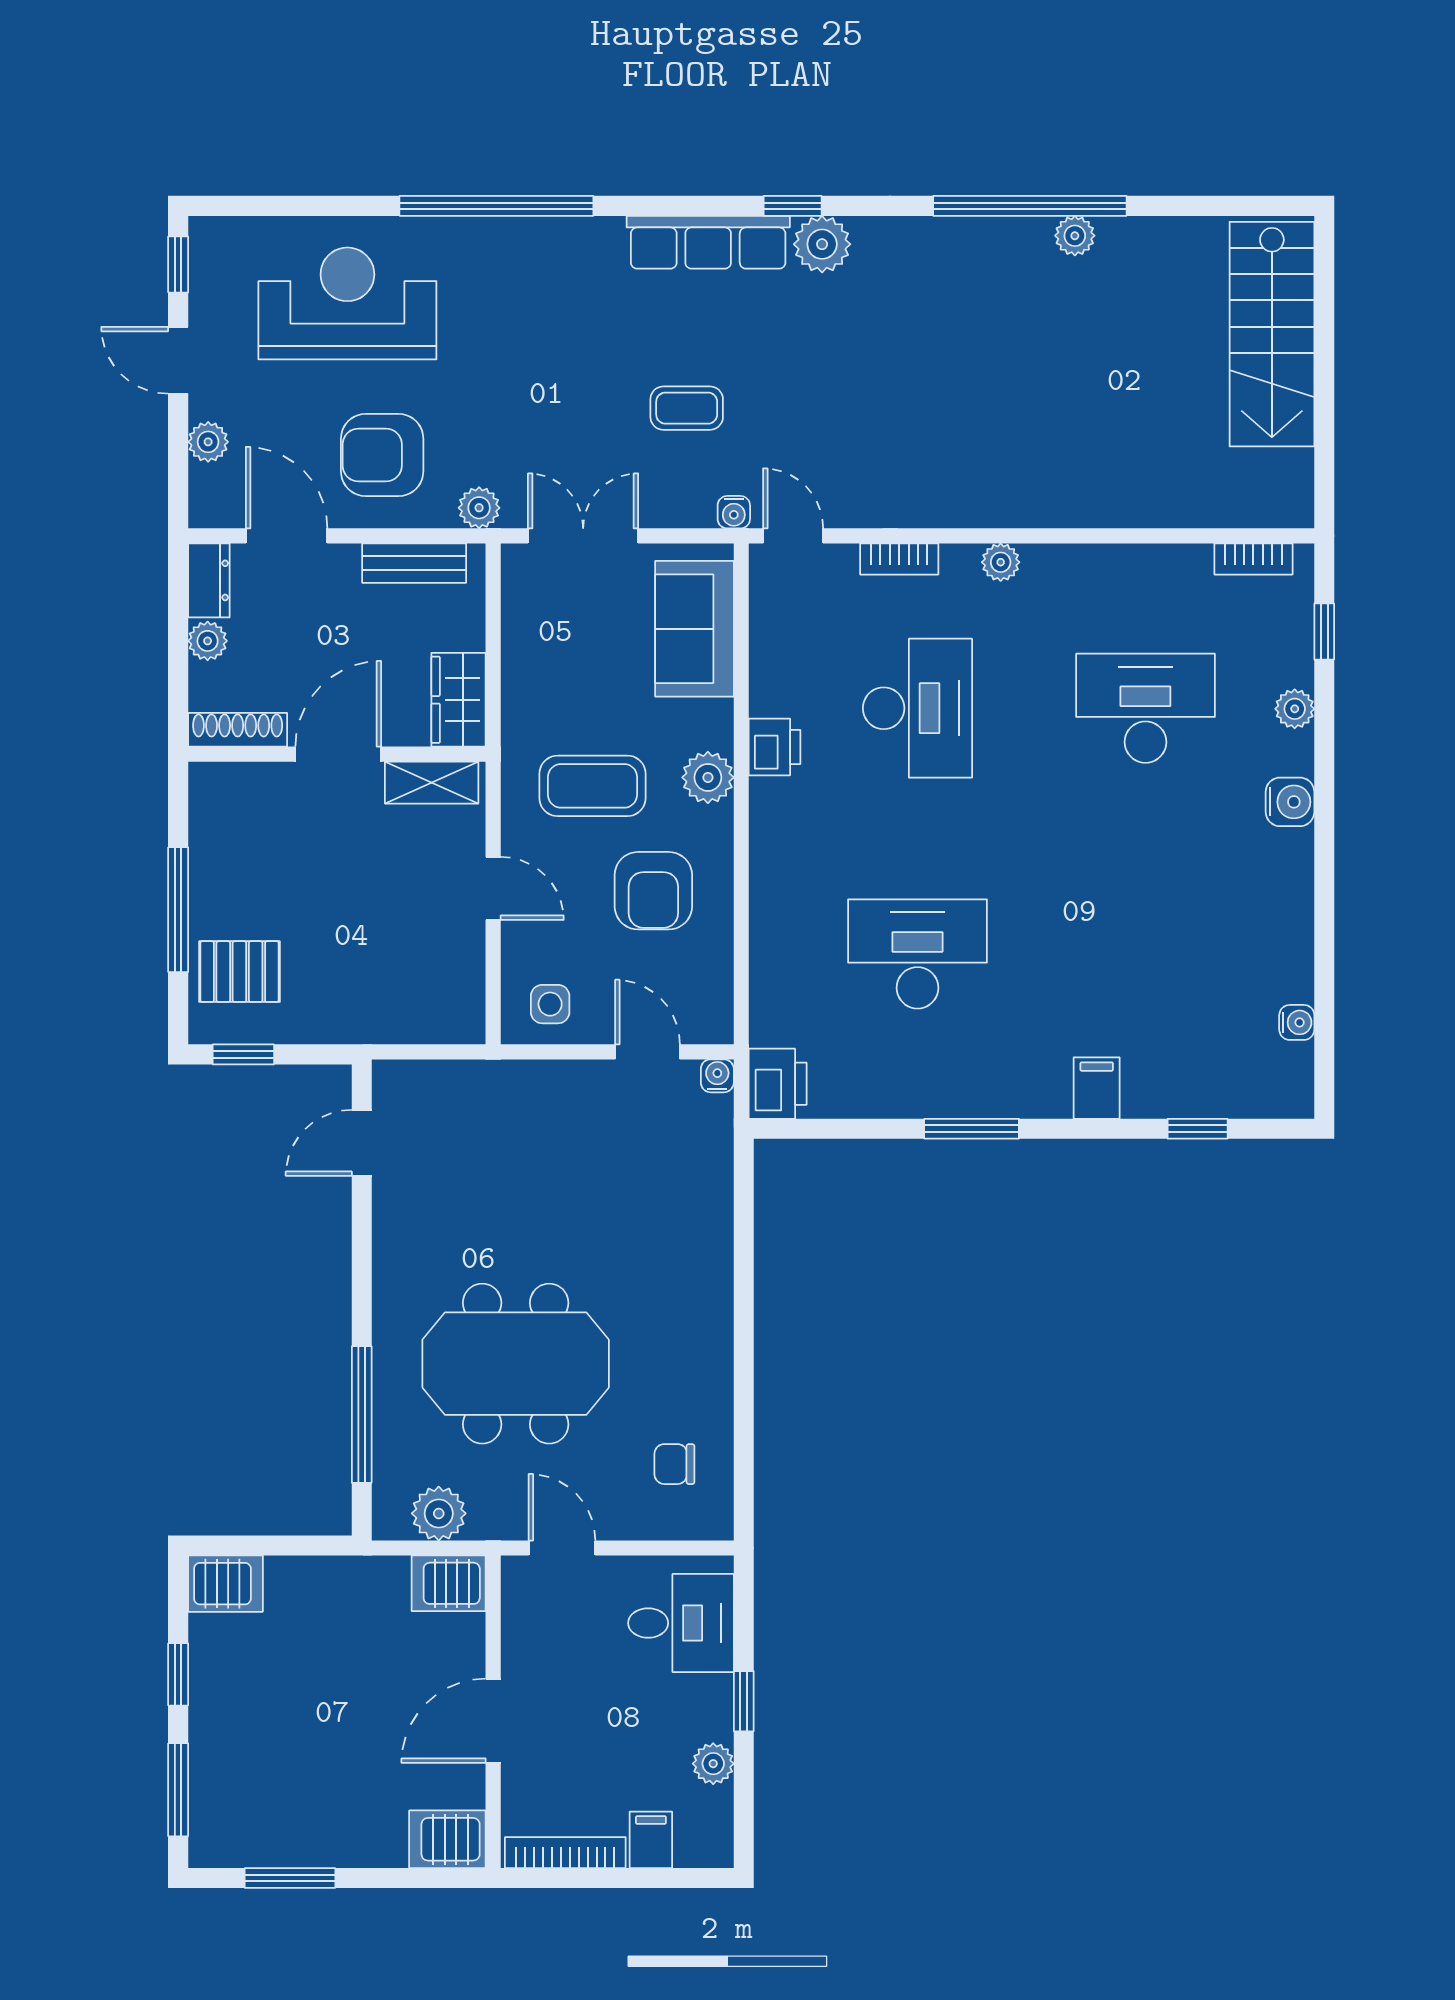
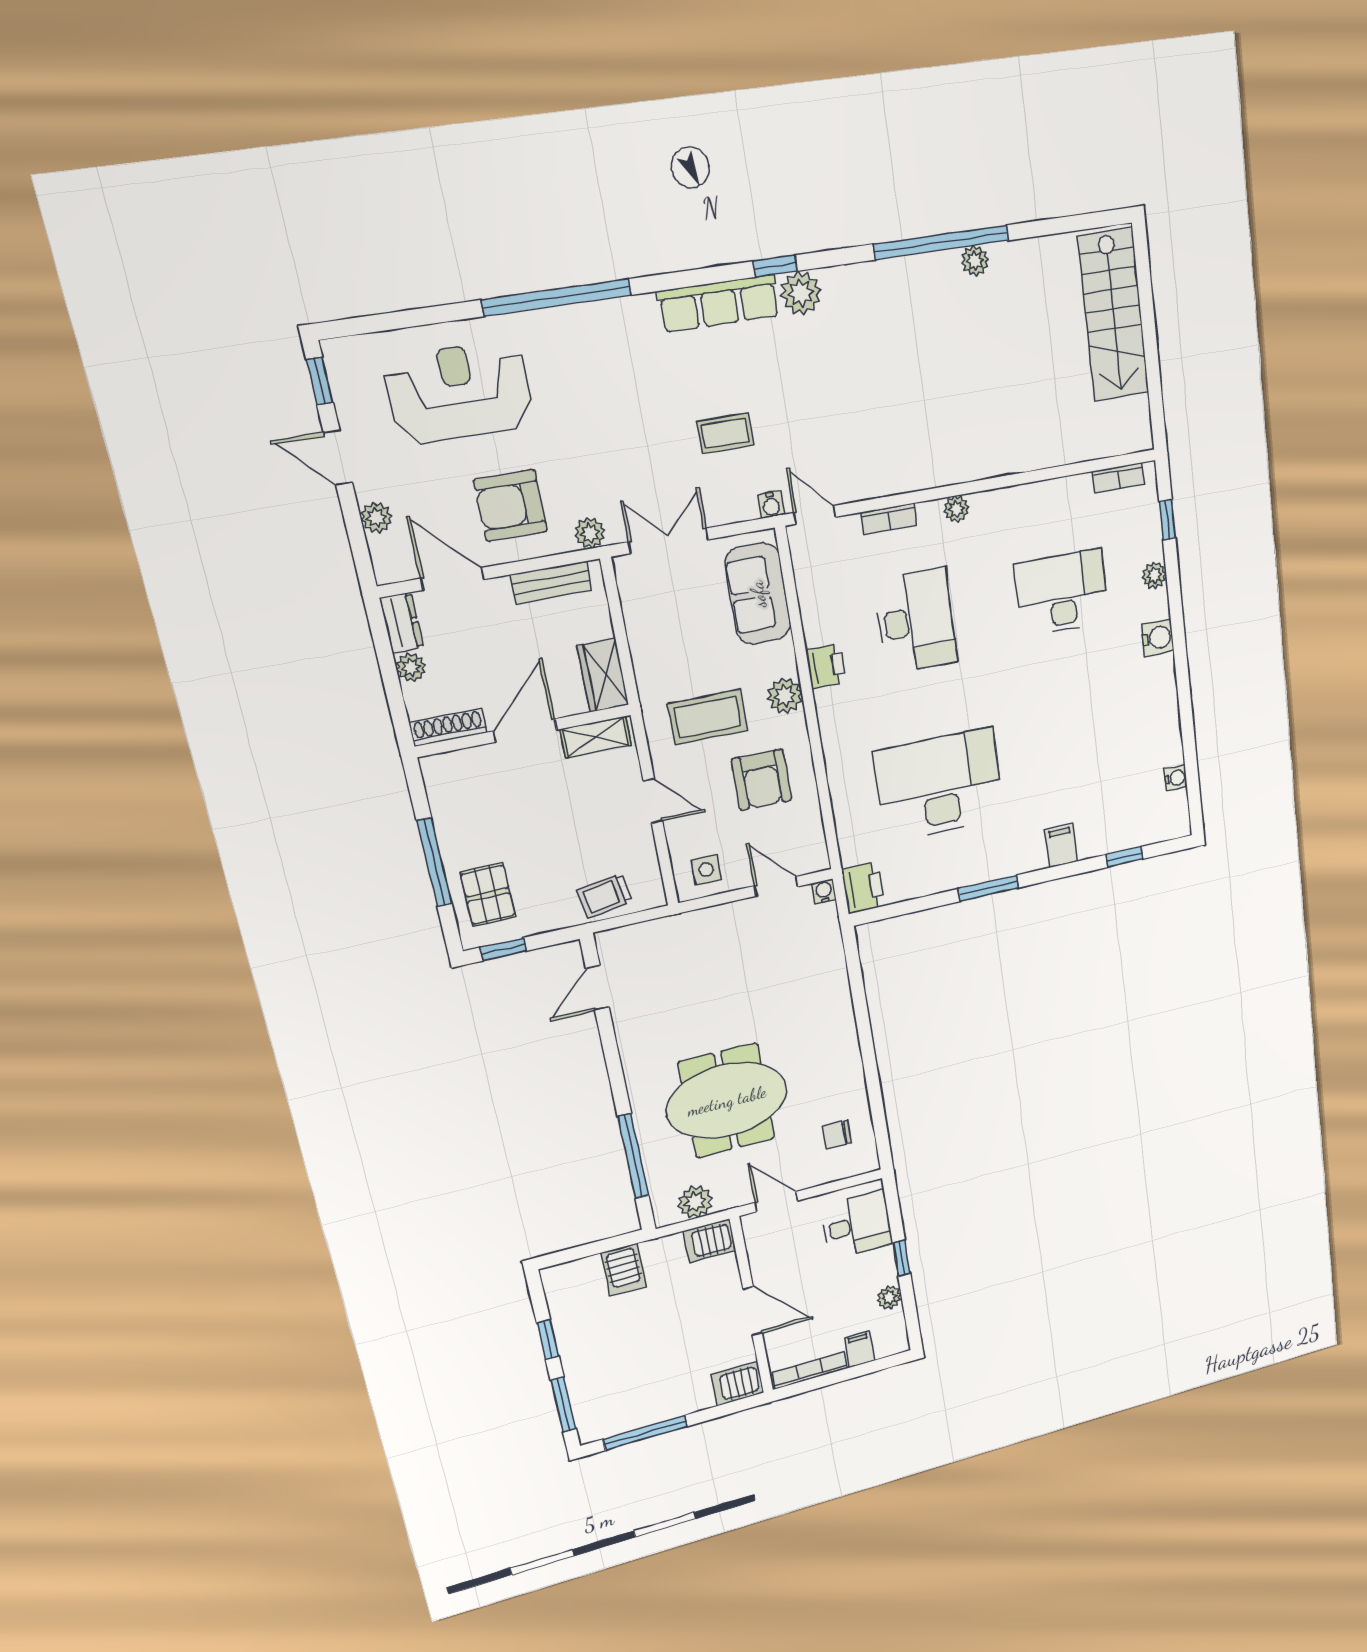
desk: (917, 954) -> (939, 785), width x1.36, depth x1.30
pallet: (239, 972) -> (488, 895), turned 90
trolley: (399, 1010) -> (605, 896), added
server rack: (225, 1584) -> (624, 1270), moved, turned 90
door: (493, 1721) -> (753, 1311), swing flipped
window: (290, 1878) -> (645, 1433), width x1.44

